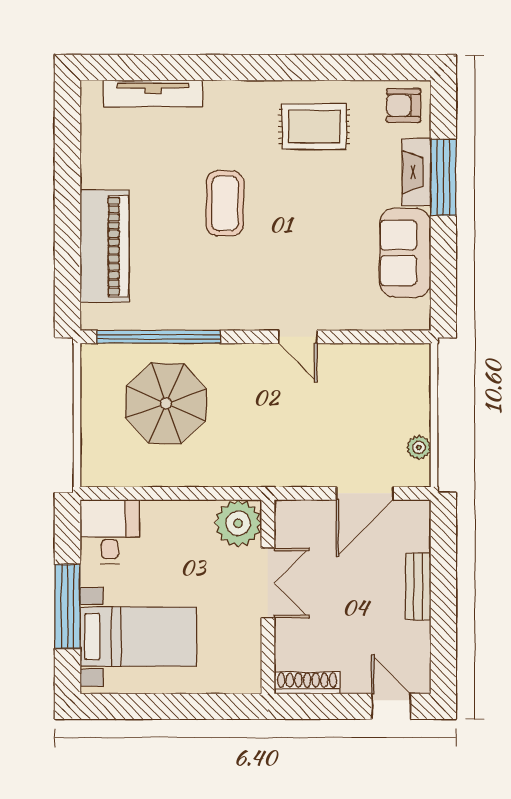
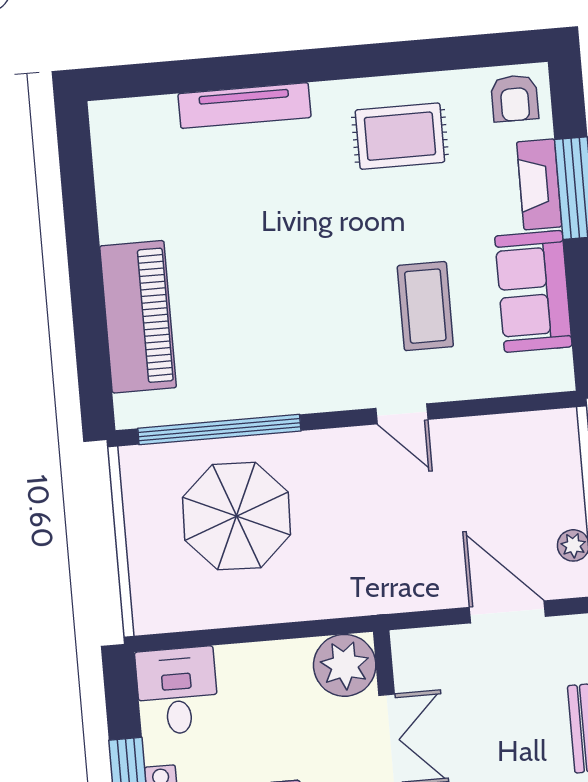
tv unit: (153, 93) -> (245, 106), moved
armchair: (403, 105) -> (515, 98), turned -90
coffee table: (225, 203) -> (425, 306), moved
door: (365, 493) -> (507, 612), swing flipped

